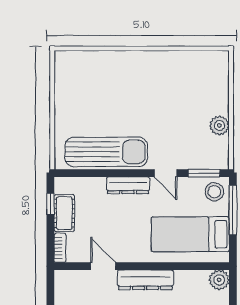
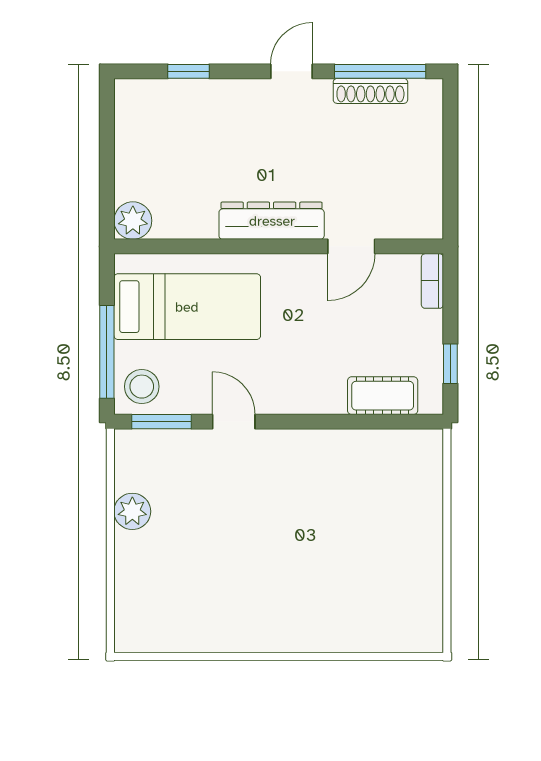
sun lounger: (106, 152) -> (345, 462), removed
dresser: (128, 185) -> (304, 399), removed
cot: (64, 213) -> (383, 396), moved, turned 90
door: (103, 266) -> (351, 246), hinge flipped

